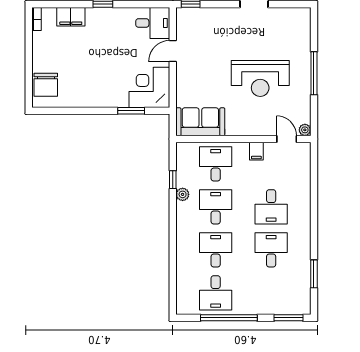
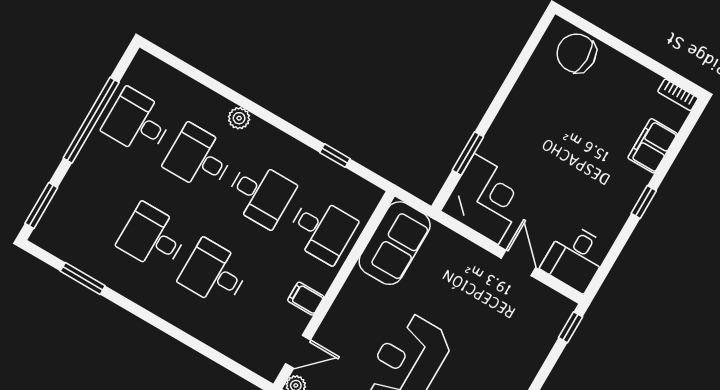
plant: (183, 194) -> (239, 118), moved
desk: (216, 250) -> (199, 158), turned 180
desk: (271, 250) -> (153, 237), turned 180

